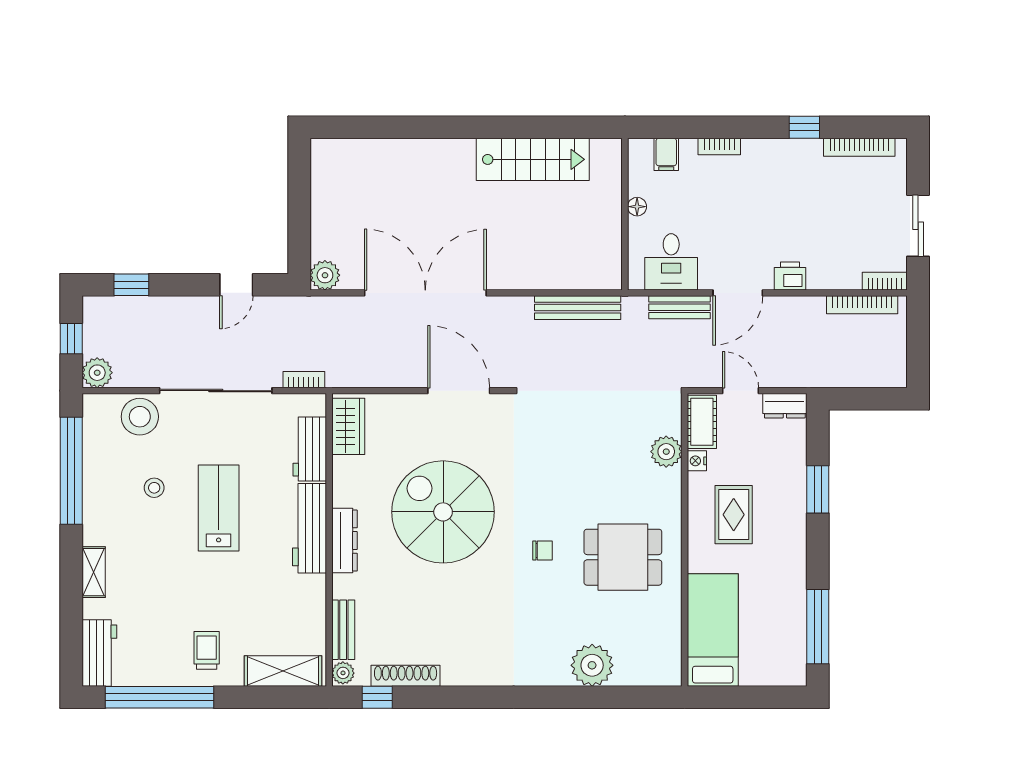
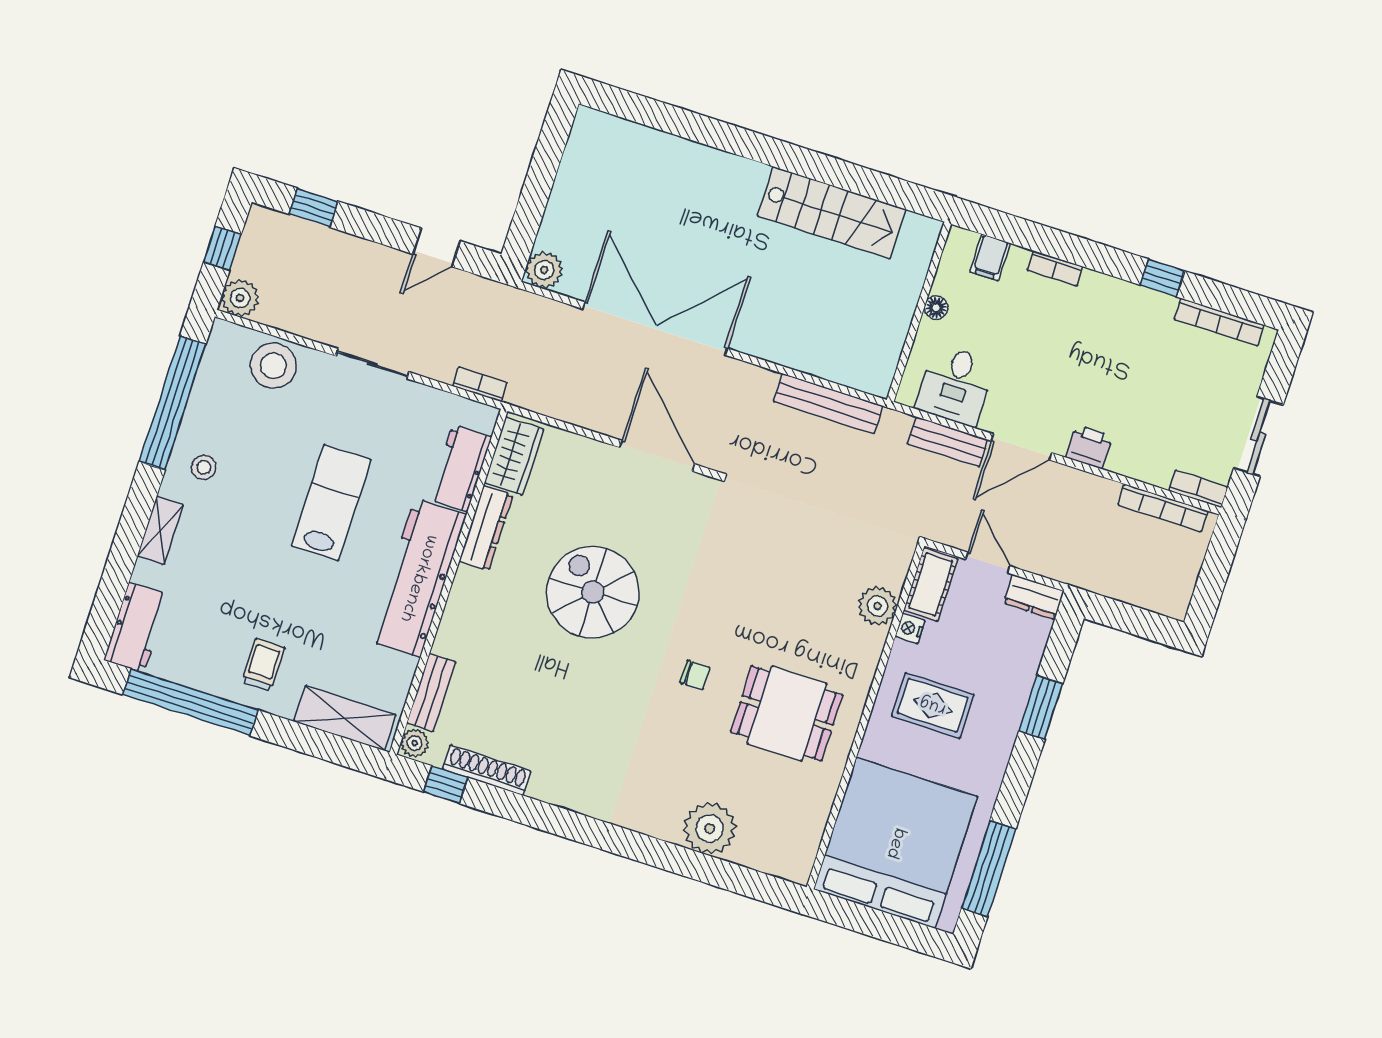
sliding door: (216, 391) -> (372, 364), width x0.54
stool: (154, 488) -> (204, 467), moved
spiral stairs: (443, 512) -> (593, 592), width x0.73, depth x0.73
rug: (734, 515) -> (933, 705), turned 90
workbench: (309, 528) -> (418, 578), width x1.36, depth x1.32
dresser: (344, 541) -> (486, 528), moved
bed: (713, 630) -> (895, 843), width x2.04

